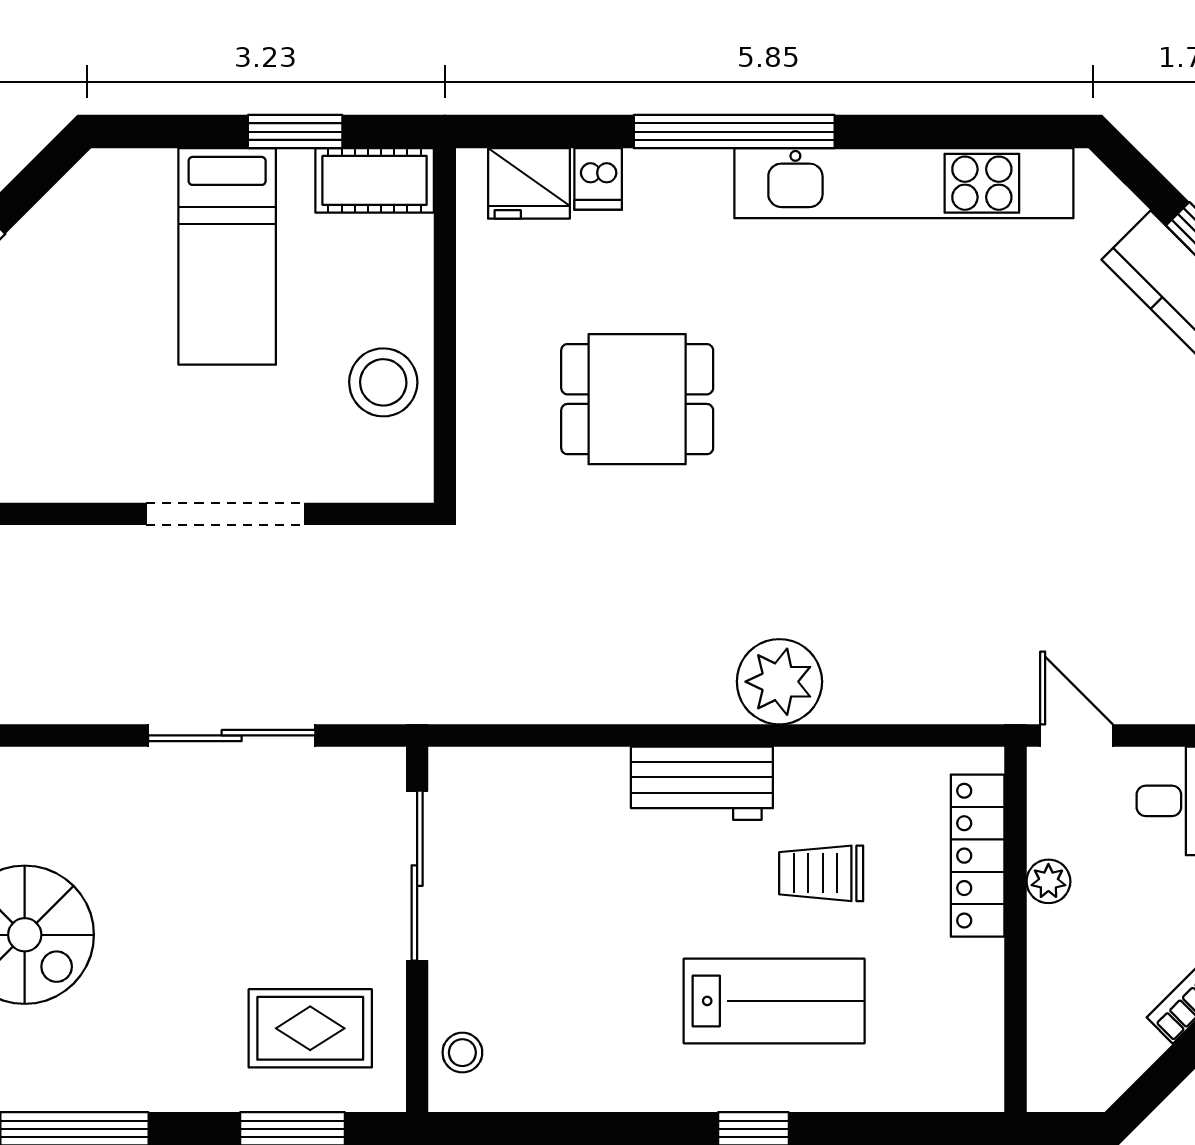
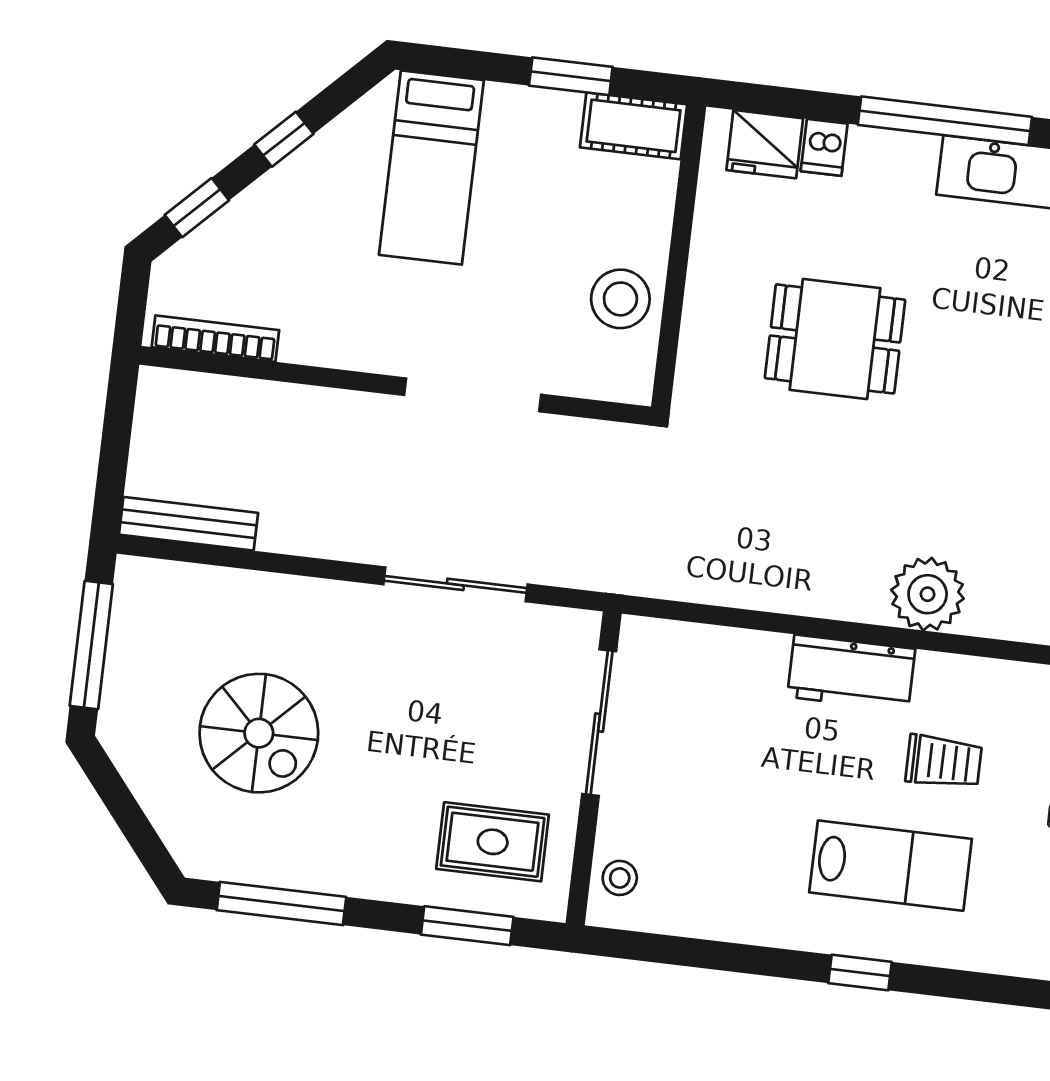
bed: (227, 256) -> (431, 168), moved
trolley: (821, 873) -> (944, 762), turned 180

